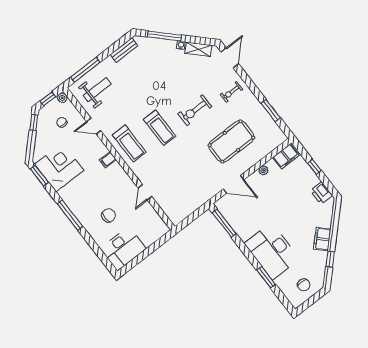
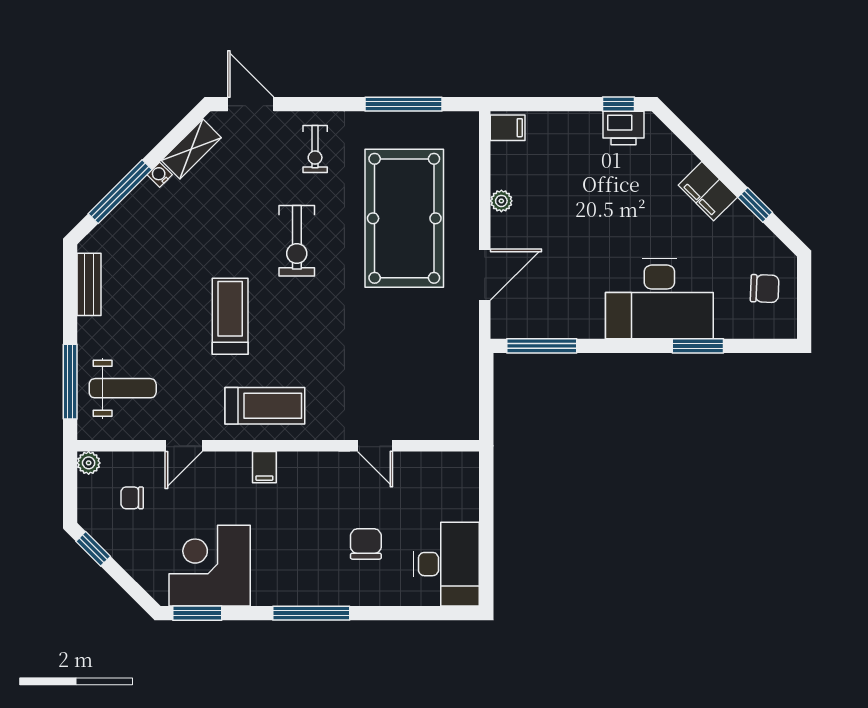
weight bench: (97, 90) -> (123, 388), turned 90
window: (48, 99) -> (70, 490), removed
window: (271, 111) -> (404, 104), width x1.44
treadmill: (160, 128) -> (230, 316), moved, turned -90
pool table: (231, 141) -> (404, 218), width x1.36, depth x1.32
filing cabinet: (286, 156) -> (508, 128), width x0.50
window: (314, 167) -> (618, 104), moved

